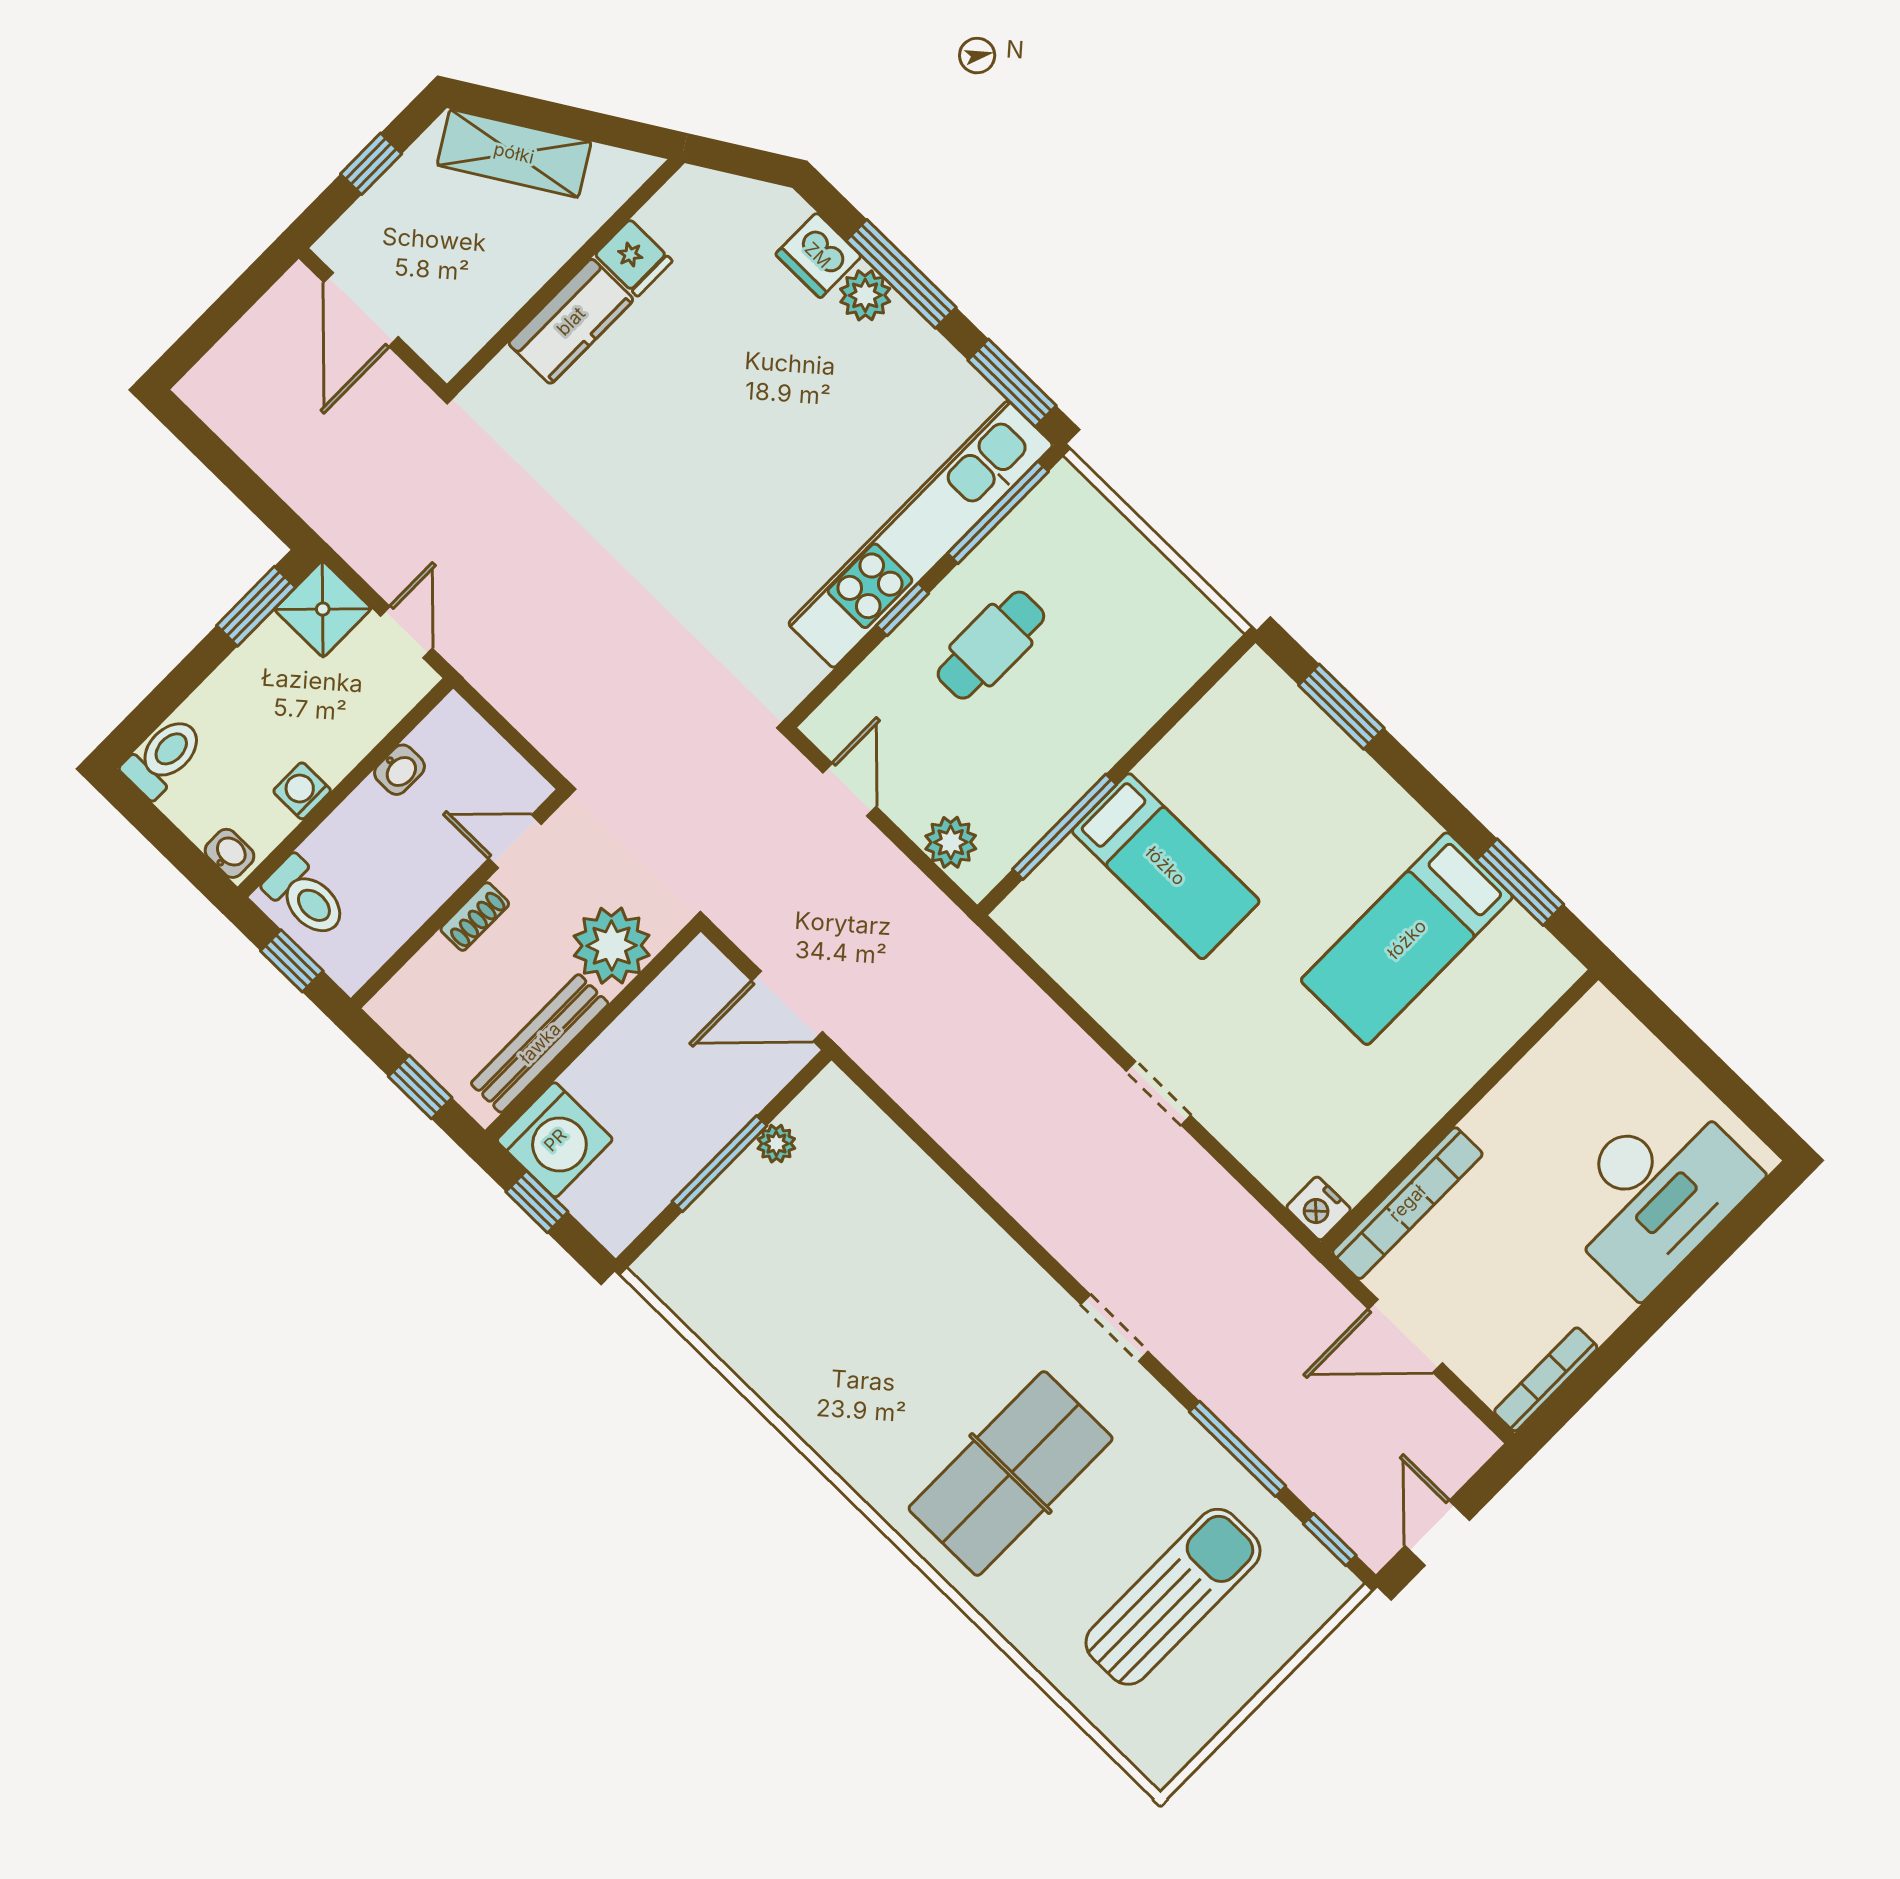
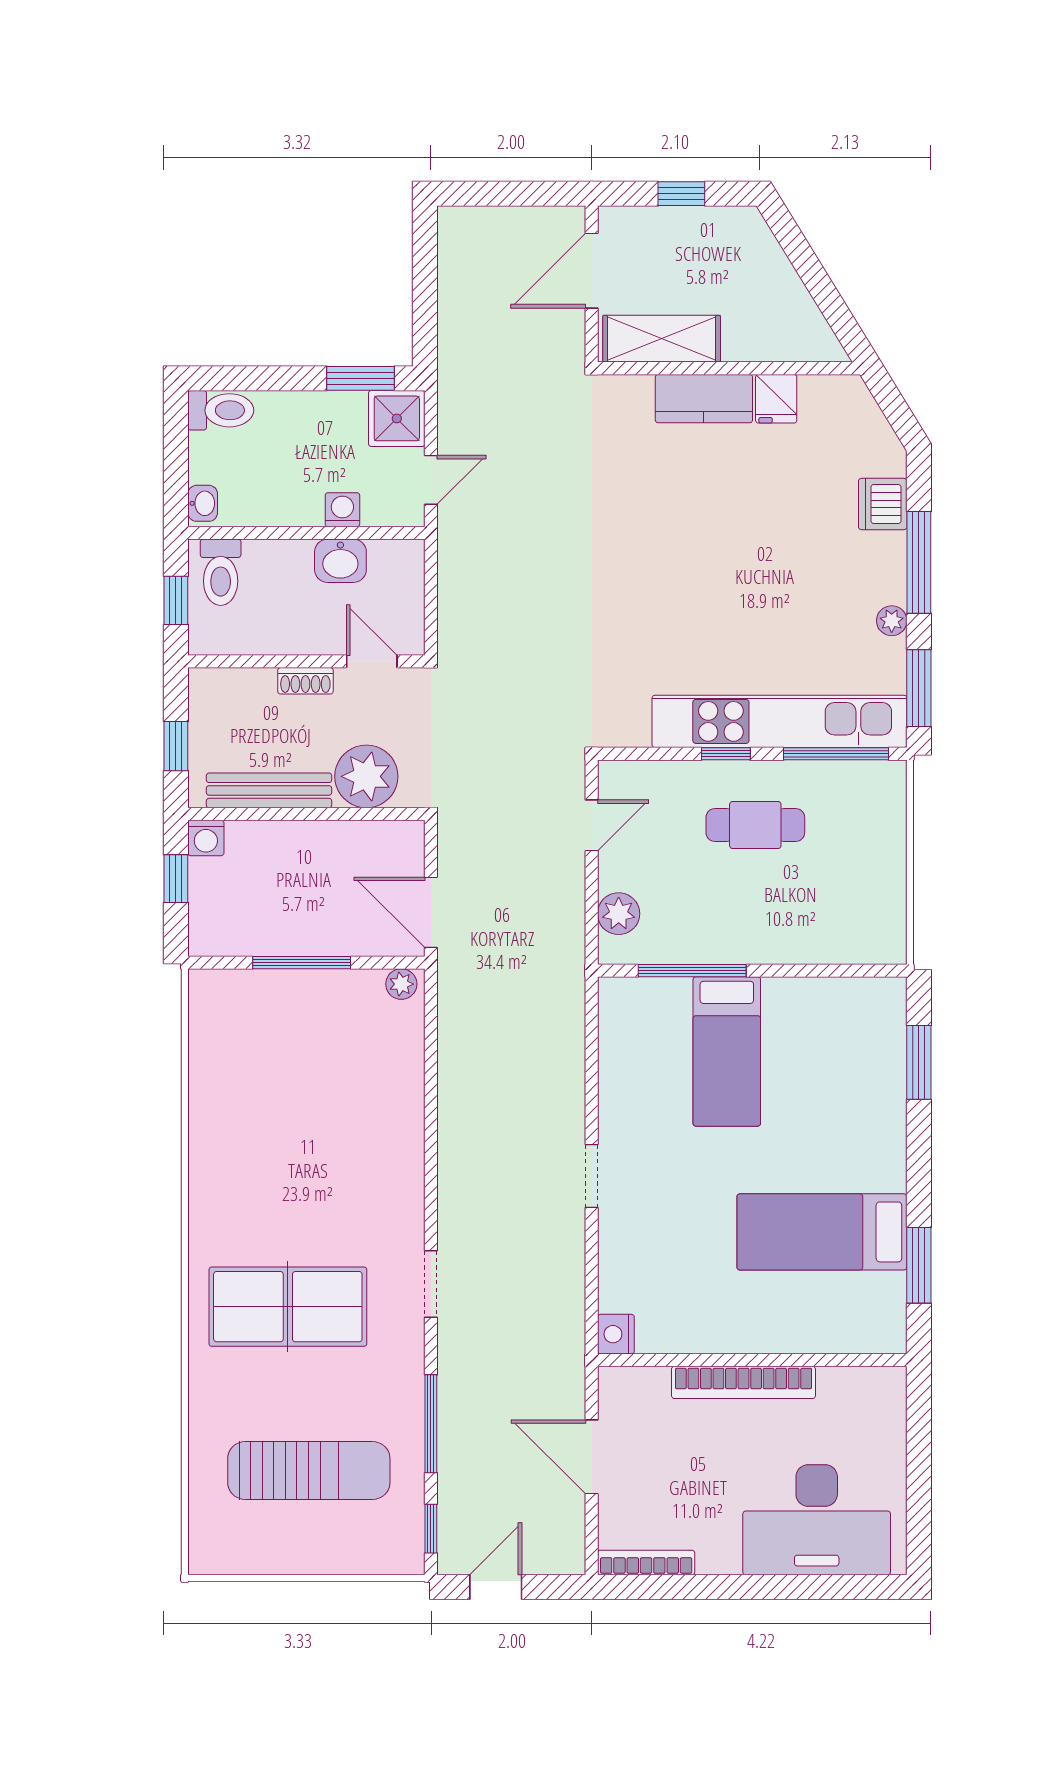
shelving: (514, 153) -> (662, 339), moved, turned -59
plant: (865, 295) -> (892, 621), moved, width x0.73, depth x0.73
washbasin: (399, 770) -> (340, 561), width x1.38, depth x1.45
washing machine: (302, 791) -> (342, 510), moved
washing machine: (555, 1140) -> (206, 838), width x0.53, depth x0.53
plant: (776, 1144) -> (401, 984), moved
bookcase: (1407, 1203) -> (743, 1382), moved

